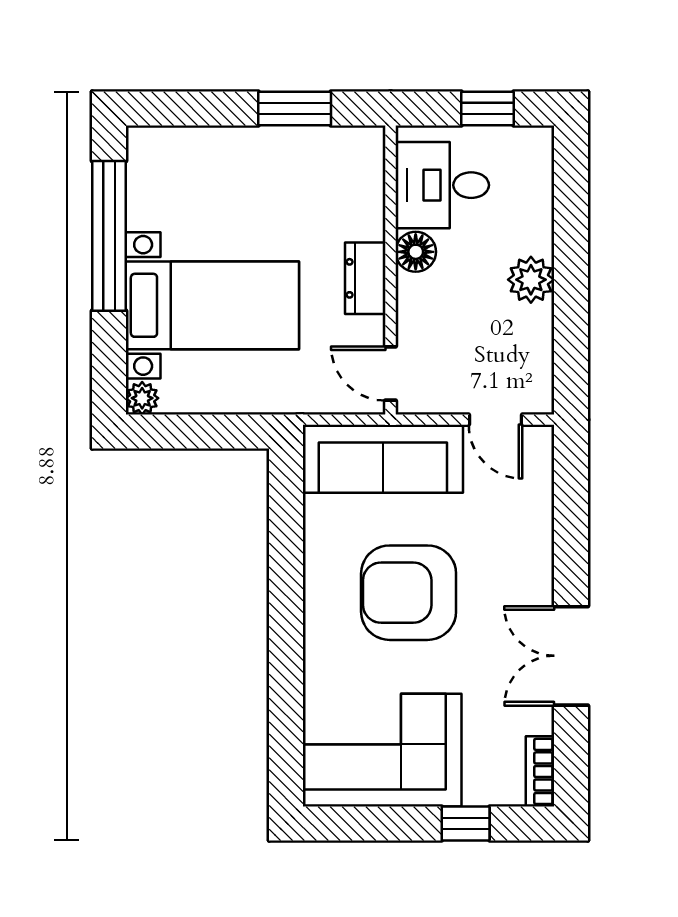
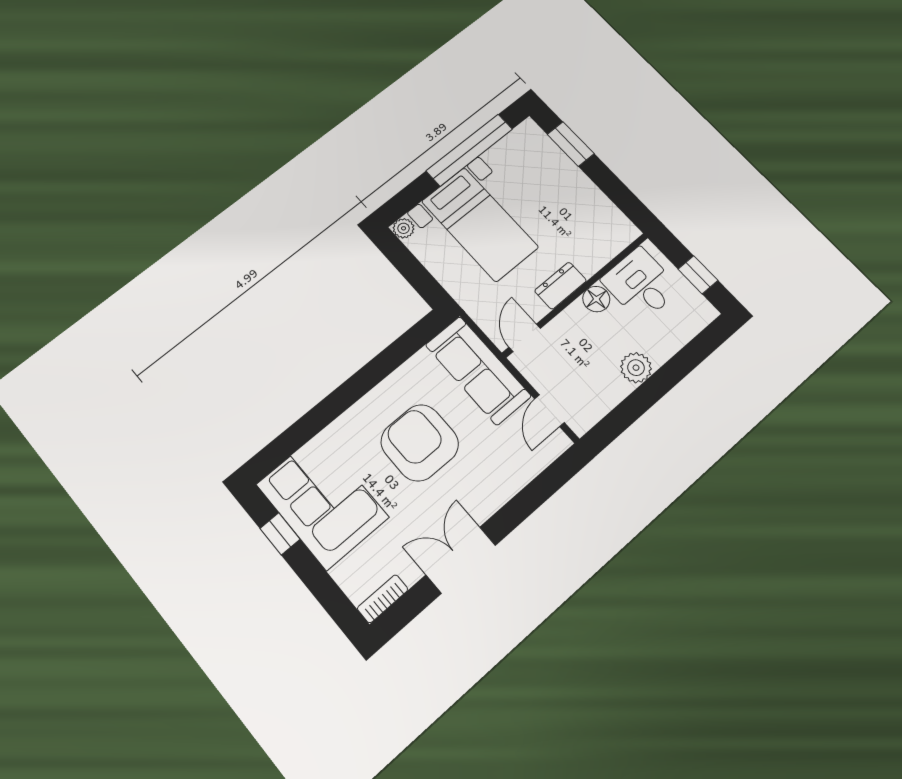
window: (295, 109) -> (571, 144), moved
window: (466, 824) -> (280, 534), moved

